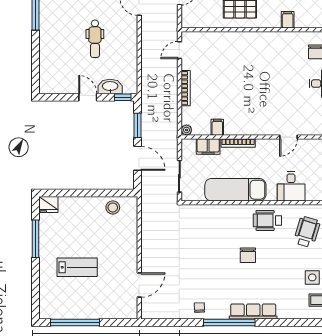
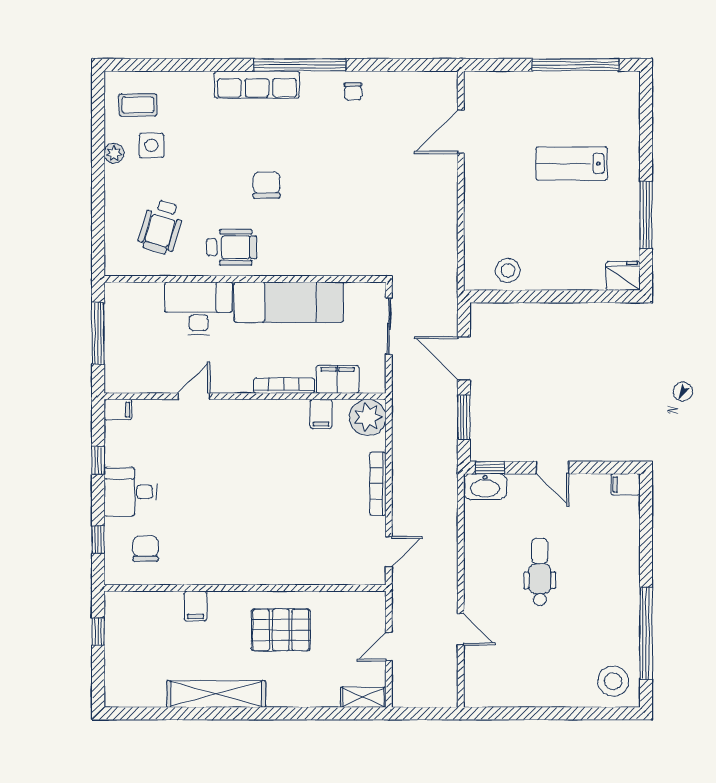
washbasin: (110, 86) -> (485, 487), moved
filing cabinet: (47, 88) -> (625, 484), added
plant: (186, 130) -> (368, 417), width x1.87, depth x1.87
desk: (291, 186) -> (199, 308), width x1.37

